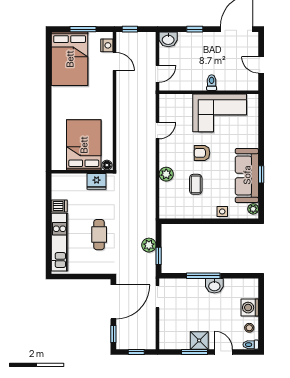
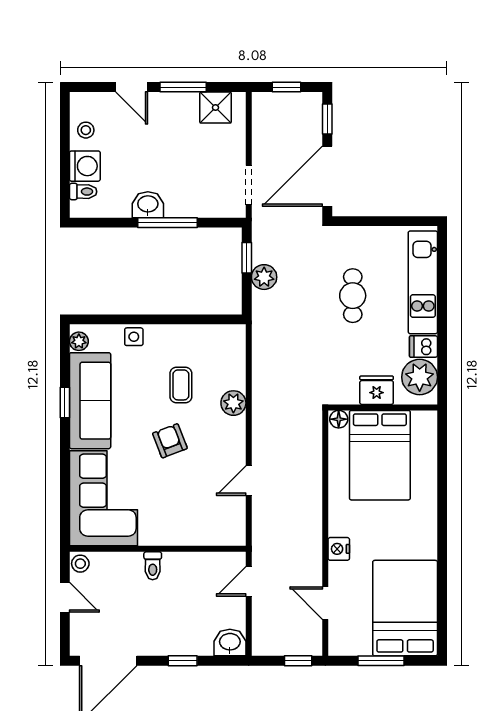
nightstand: (107, 45) -> (339, 549), moved
stool: (252, 84) -> (80, 564), added
corner sofa: (220, 113) -> (104, 498), moved, turned 90
armchair: (202, 153) -> (170, 441), turned -111
fridge: (97, 181) -> (377, 390), moved
plant: (61, 189) -> (420, 377), added
shower: (199, 340) -> (215, 108), moved
toilet: (251, 345) -> (83, 192), moved

